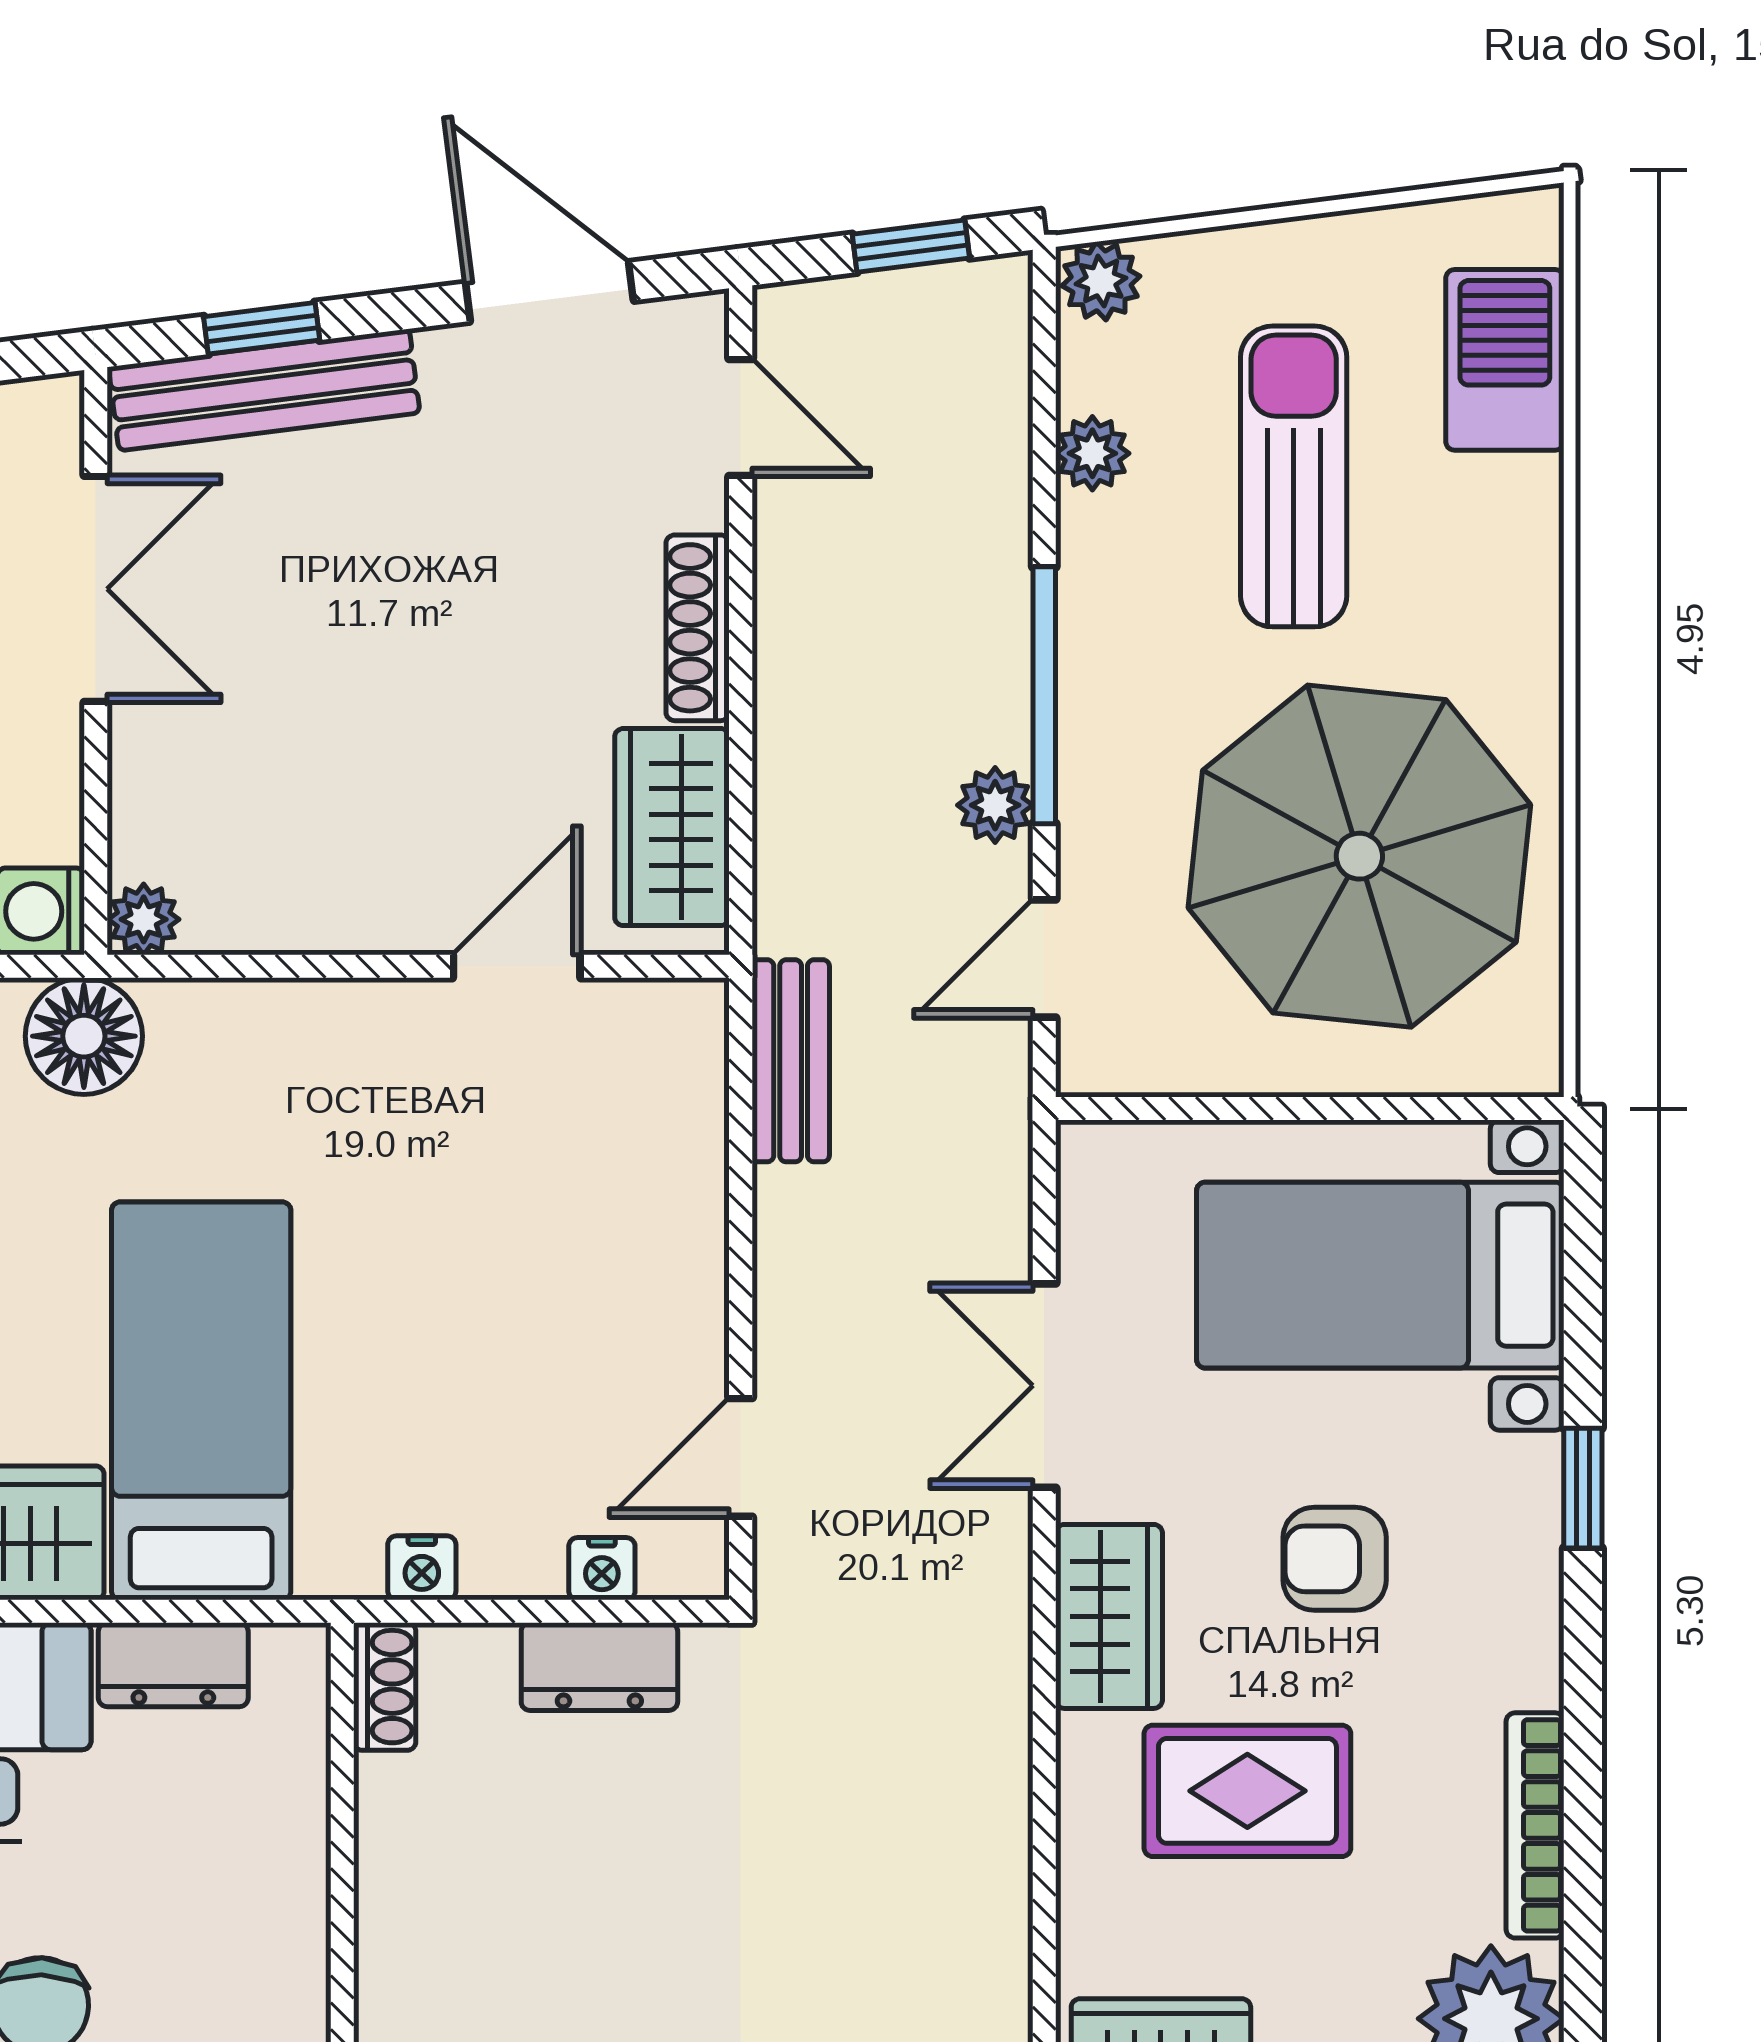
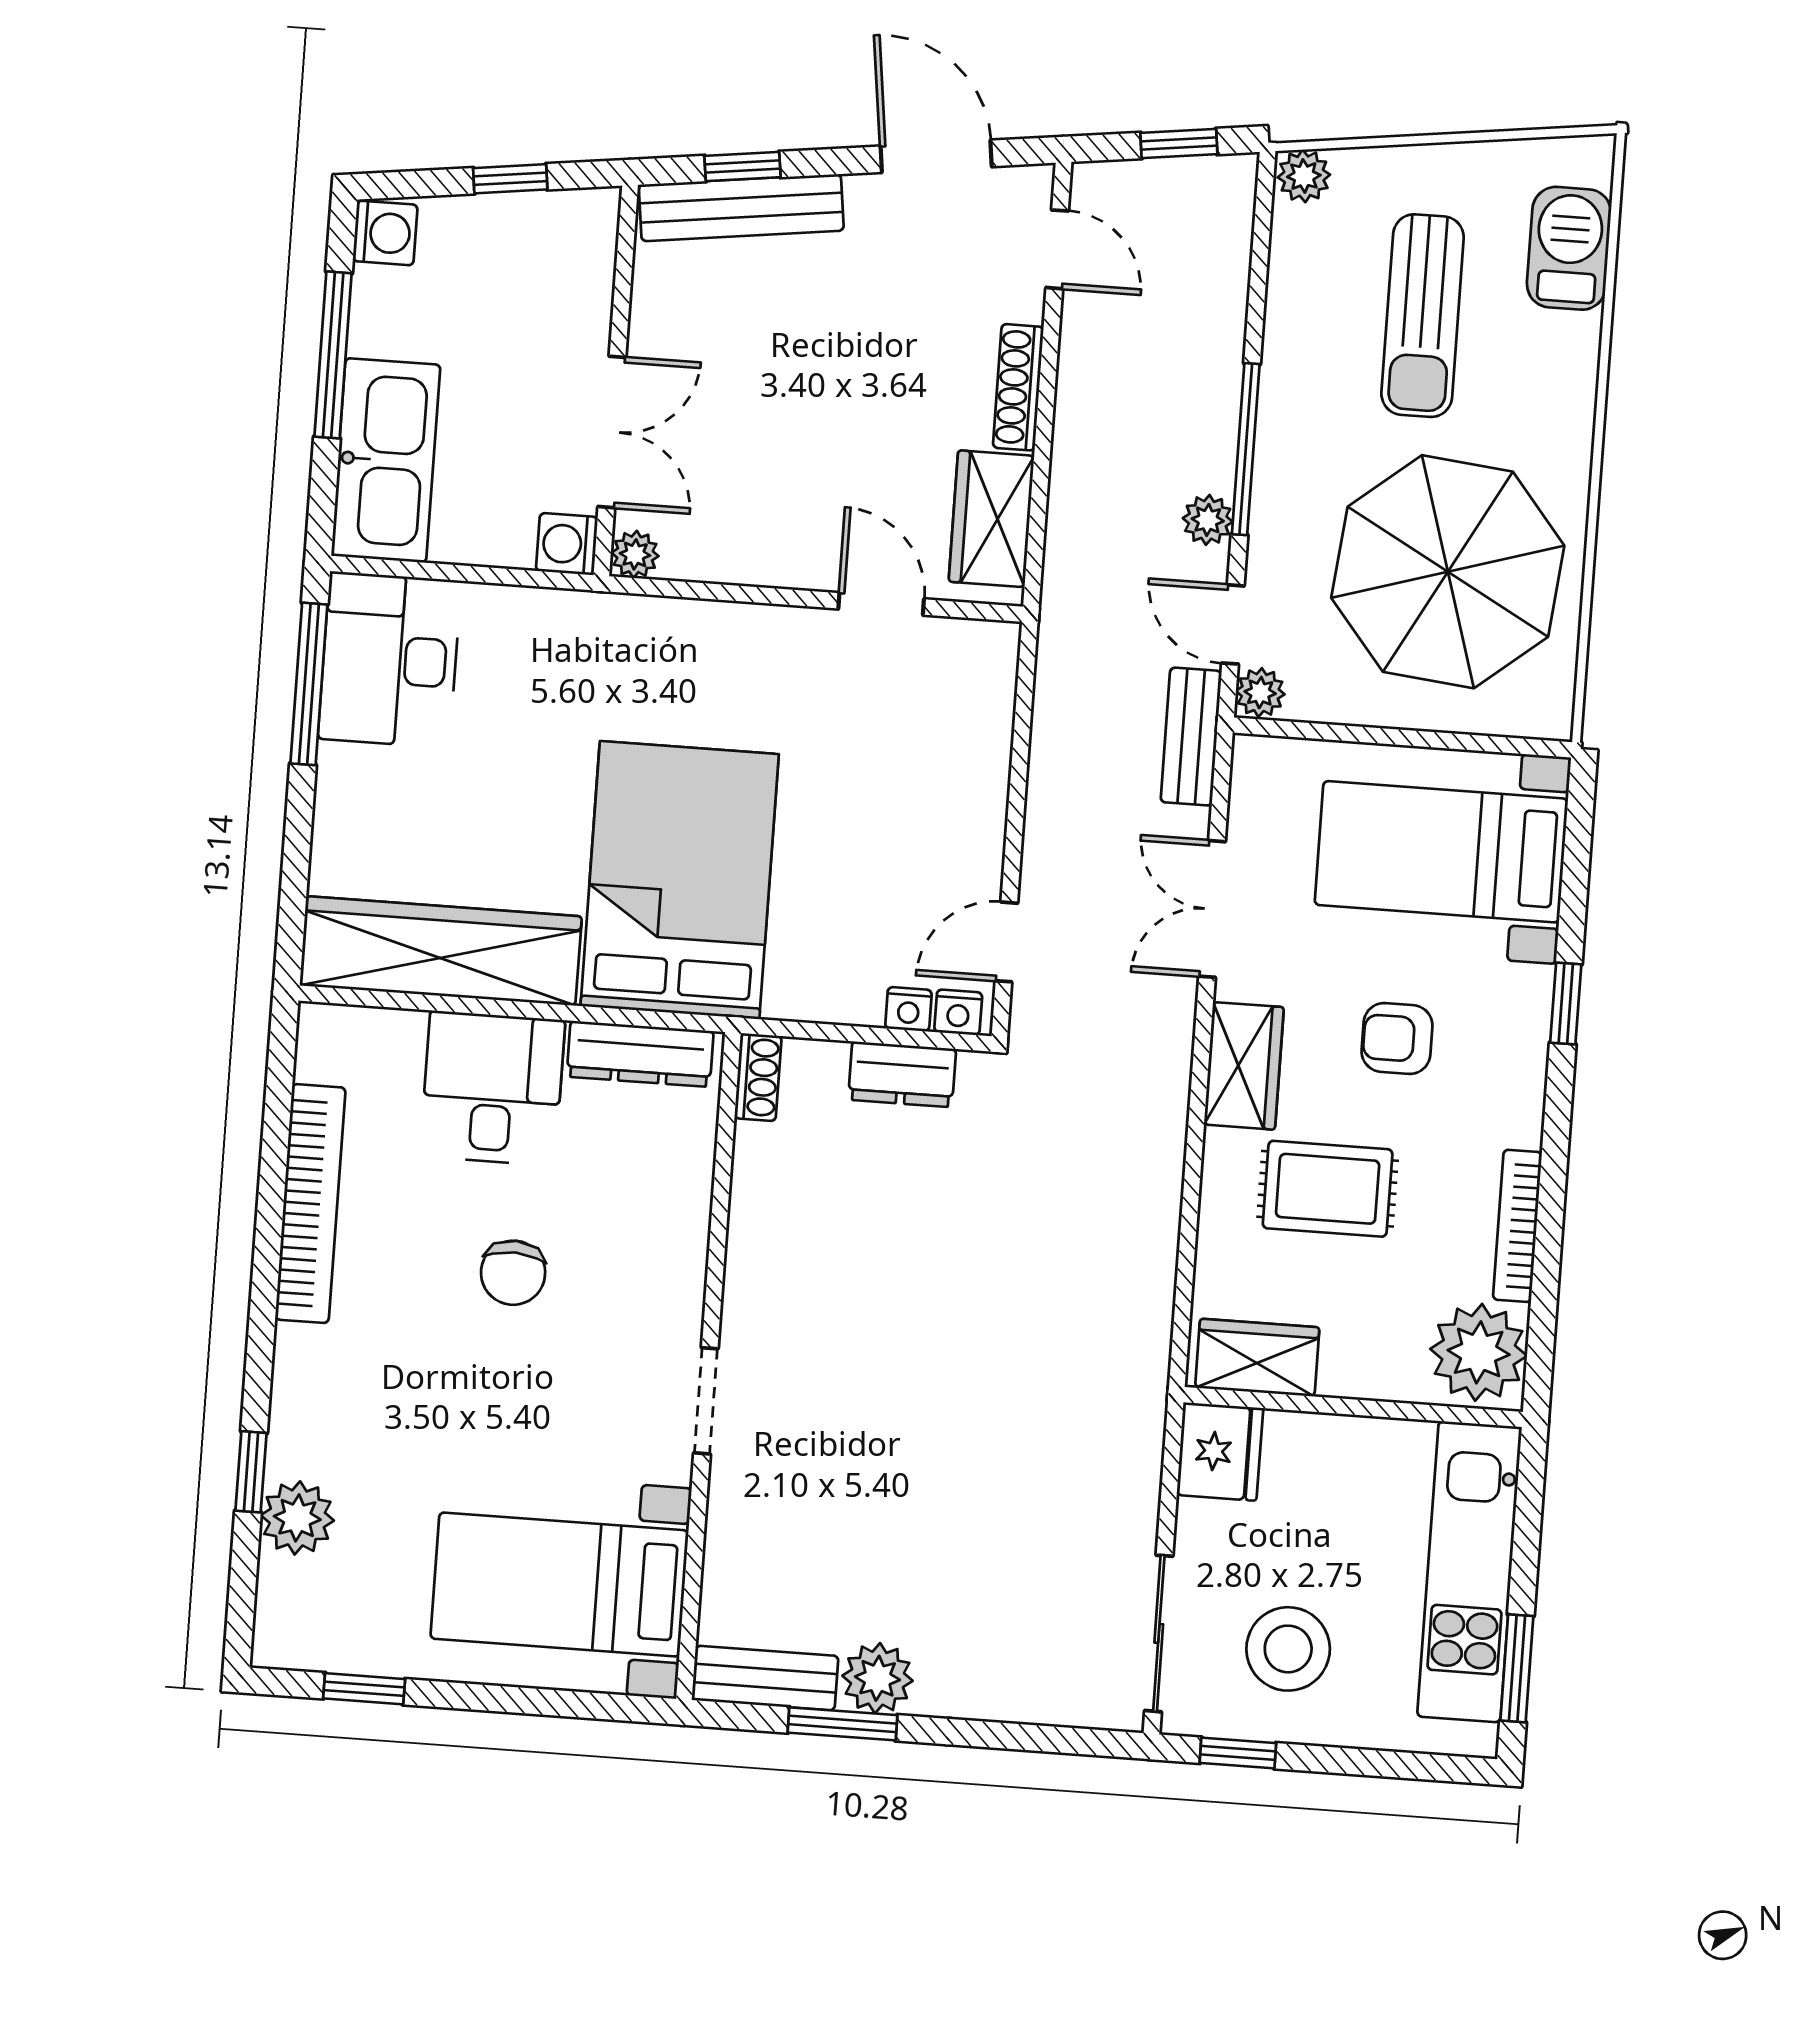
plant: (1092, 453) -> (1260, 693), moved
sun lounger: (1294, 476) -> (1423, 316), turned 180
double door: (96, 589) -> (612, 432), moved
door: (1044, 958) -> (1233, 624), hinge flipped
door: (517, 966) -> (881, 604), hinge flipped
floor lamp: (84, 1036) -> (590, 629), removed
bench: (791, 1061) -> (1191, 737), moved
bed: (201, 1401) -> (680, 880), width x1.50
nightstand: (422, 1568) -> (958, 1012), moved
dresser: (173, 1665) -> (640, 1054), width x1.44

